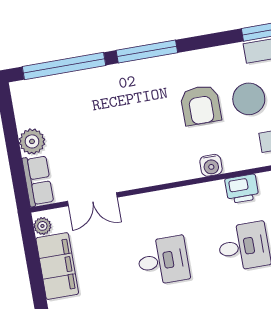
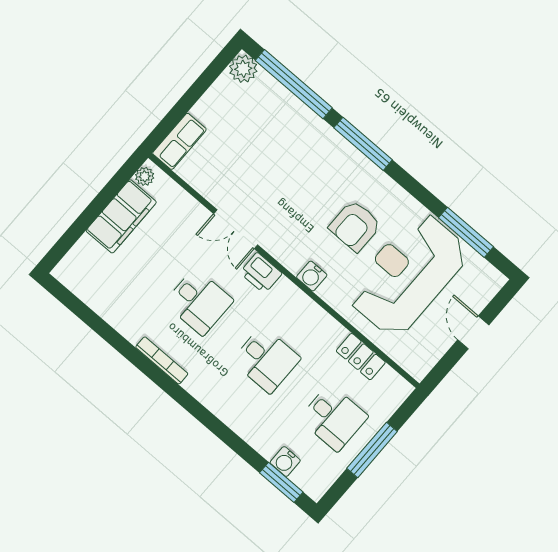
plant: (32, 141) -> (243, 69), moved
printer: (242, 189) -> (261, 273), moved
double door: (92, 199) -> (236, 229), moved

